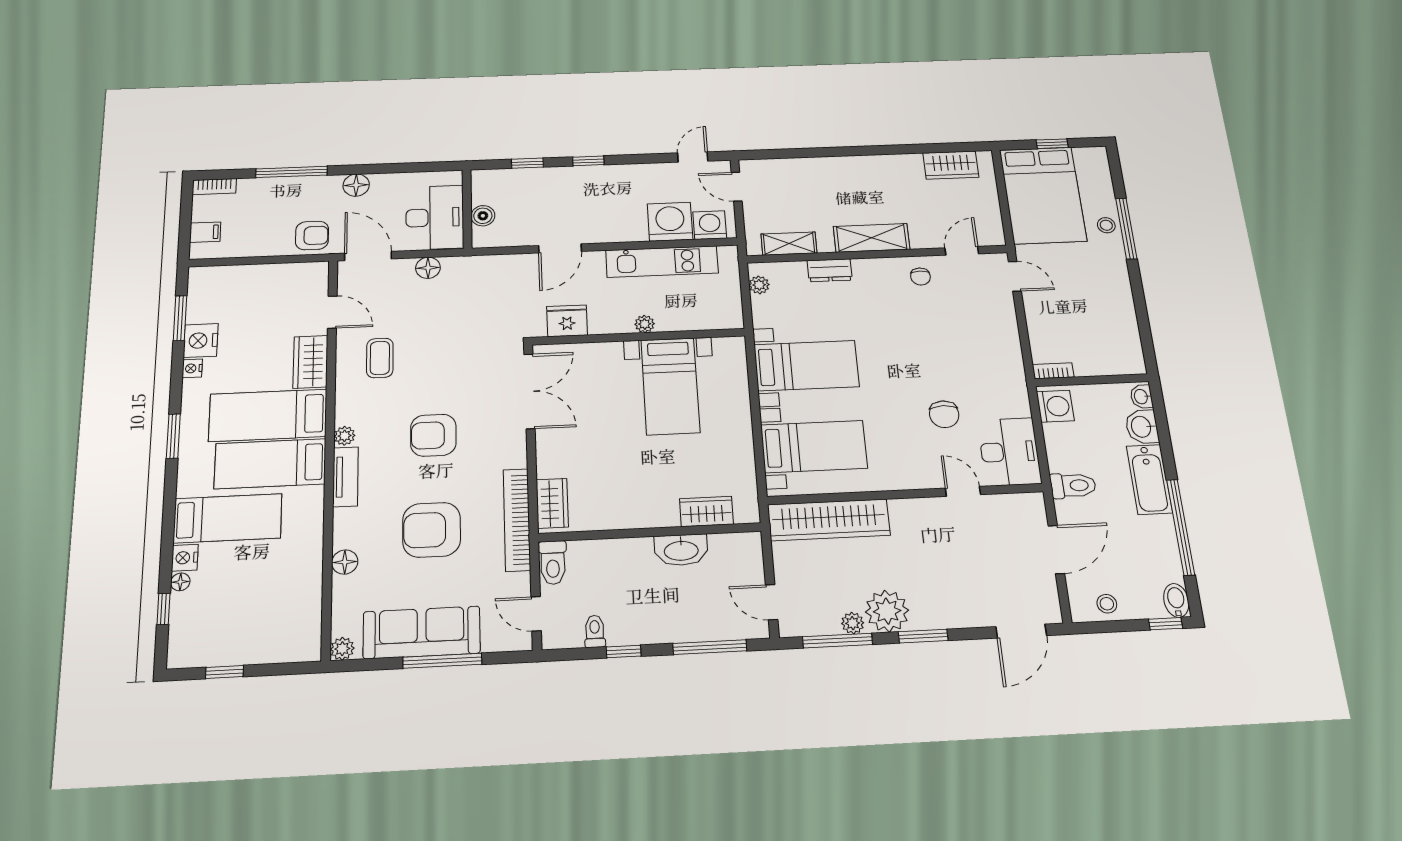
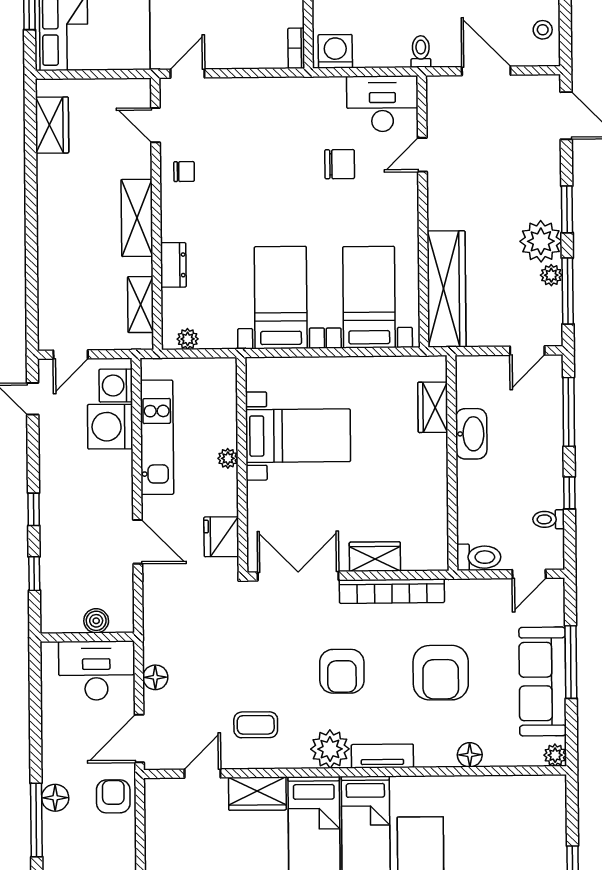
floor lamp: (356, 185) -> (55, 798), moved
plant: (345, 436) -> (330, 749), width x1.88, depth x1.88
toilet: (1073, 486) -> (421, 52), width x0.73, depth x0.72
wardrobe: (552, 503) -> (375, 557), moved
bookcase: (517, 520) -> (392, 591), moved

